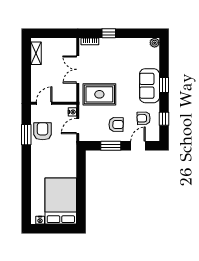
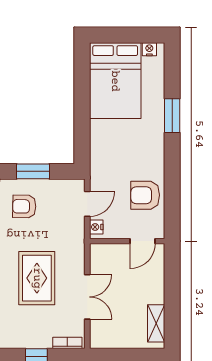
rug: (99, 94) -> (37, 278), moved, turned 90
armchair: (43, 131) -> (145, 195), turned 90
window: (26, 135) -> (172, 116), moved

